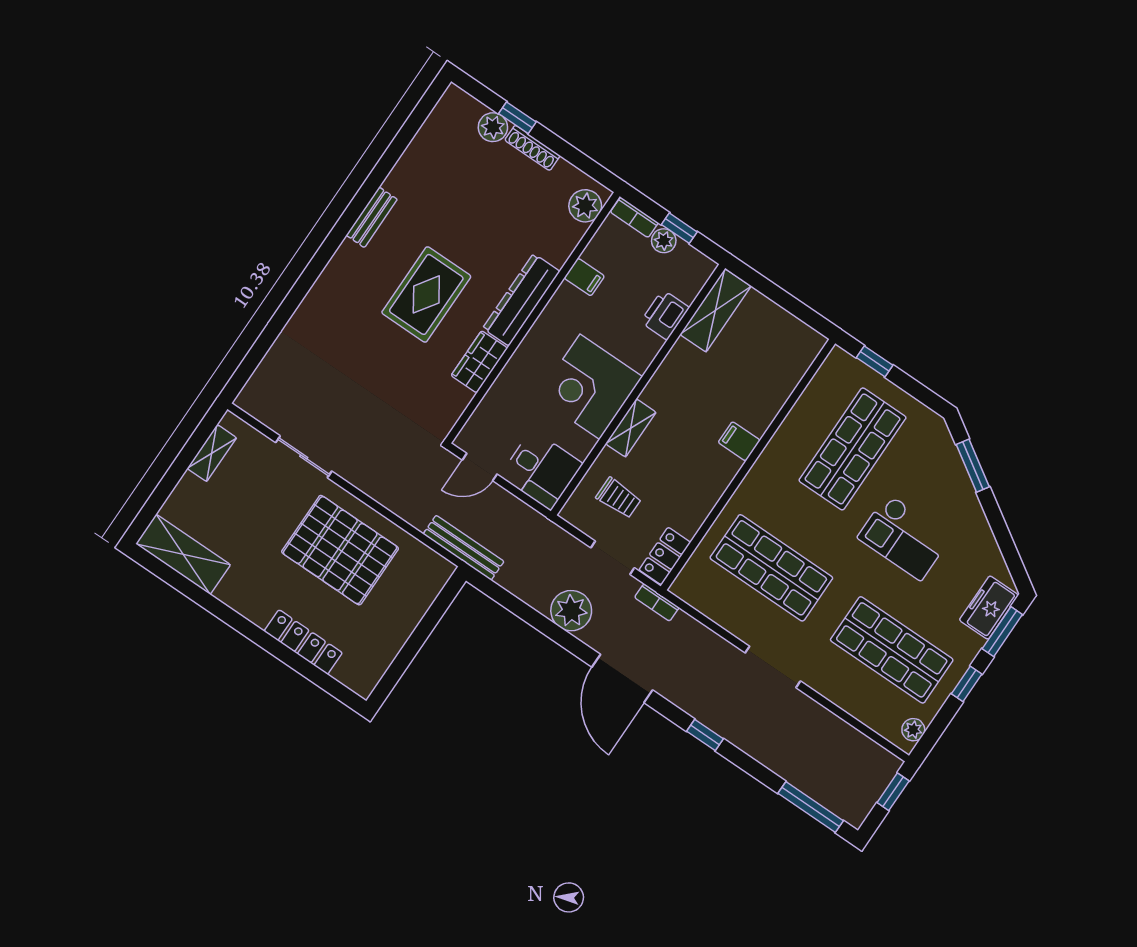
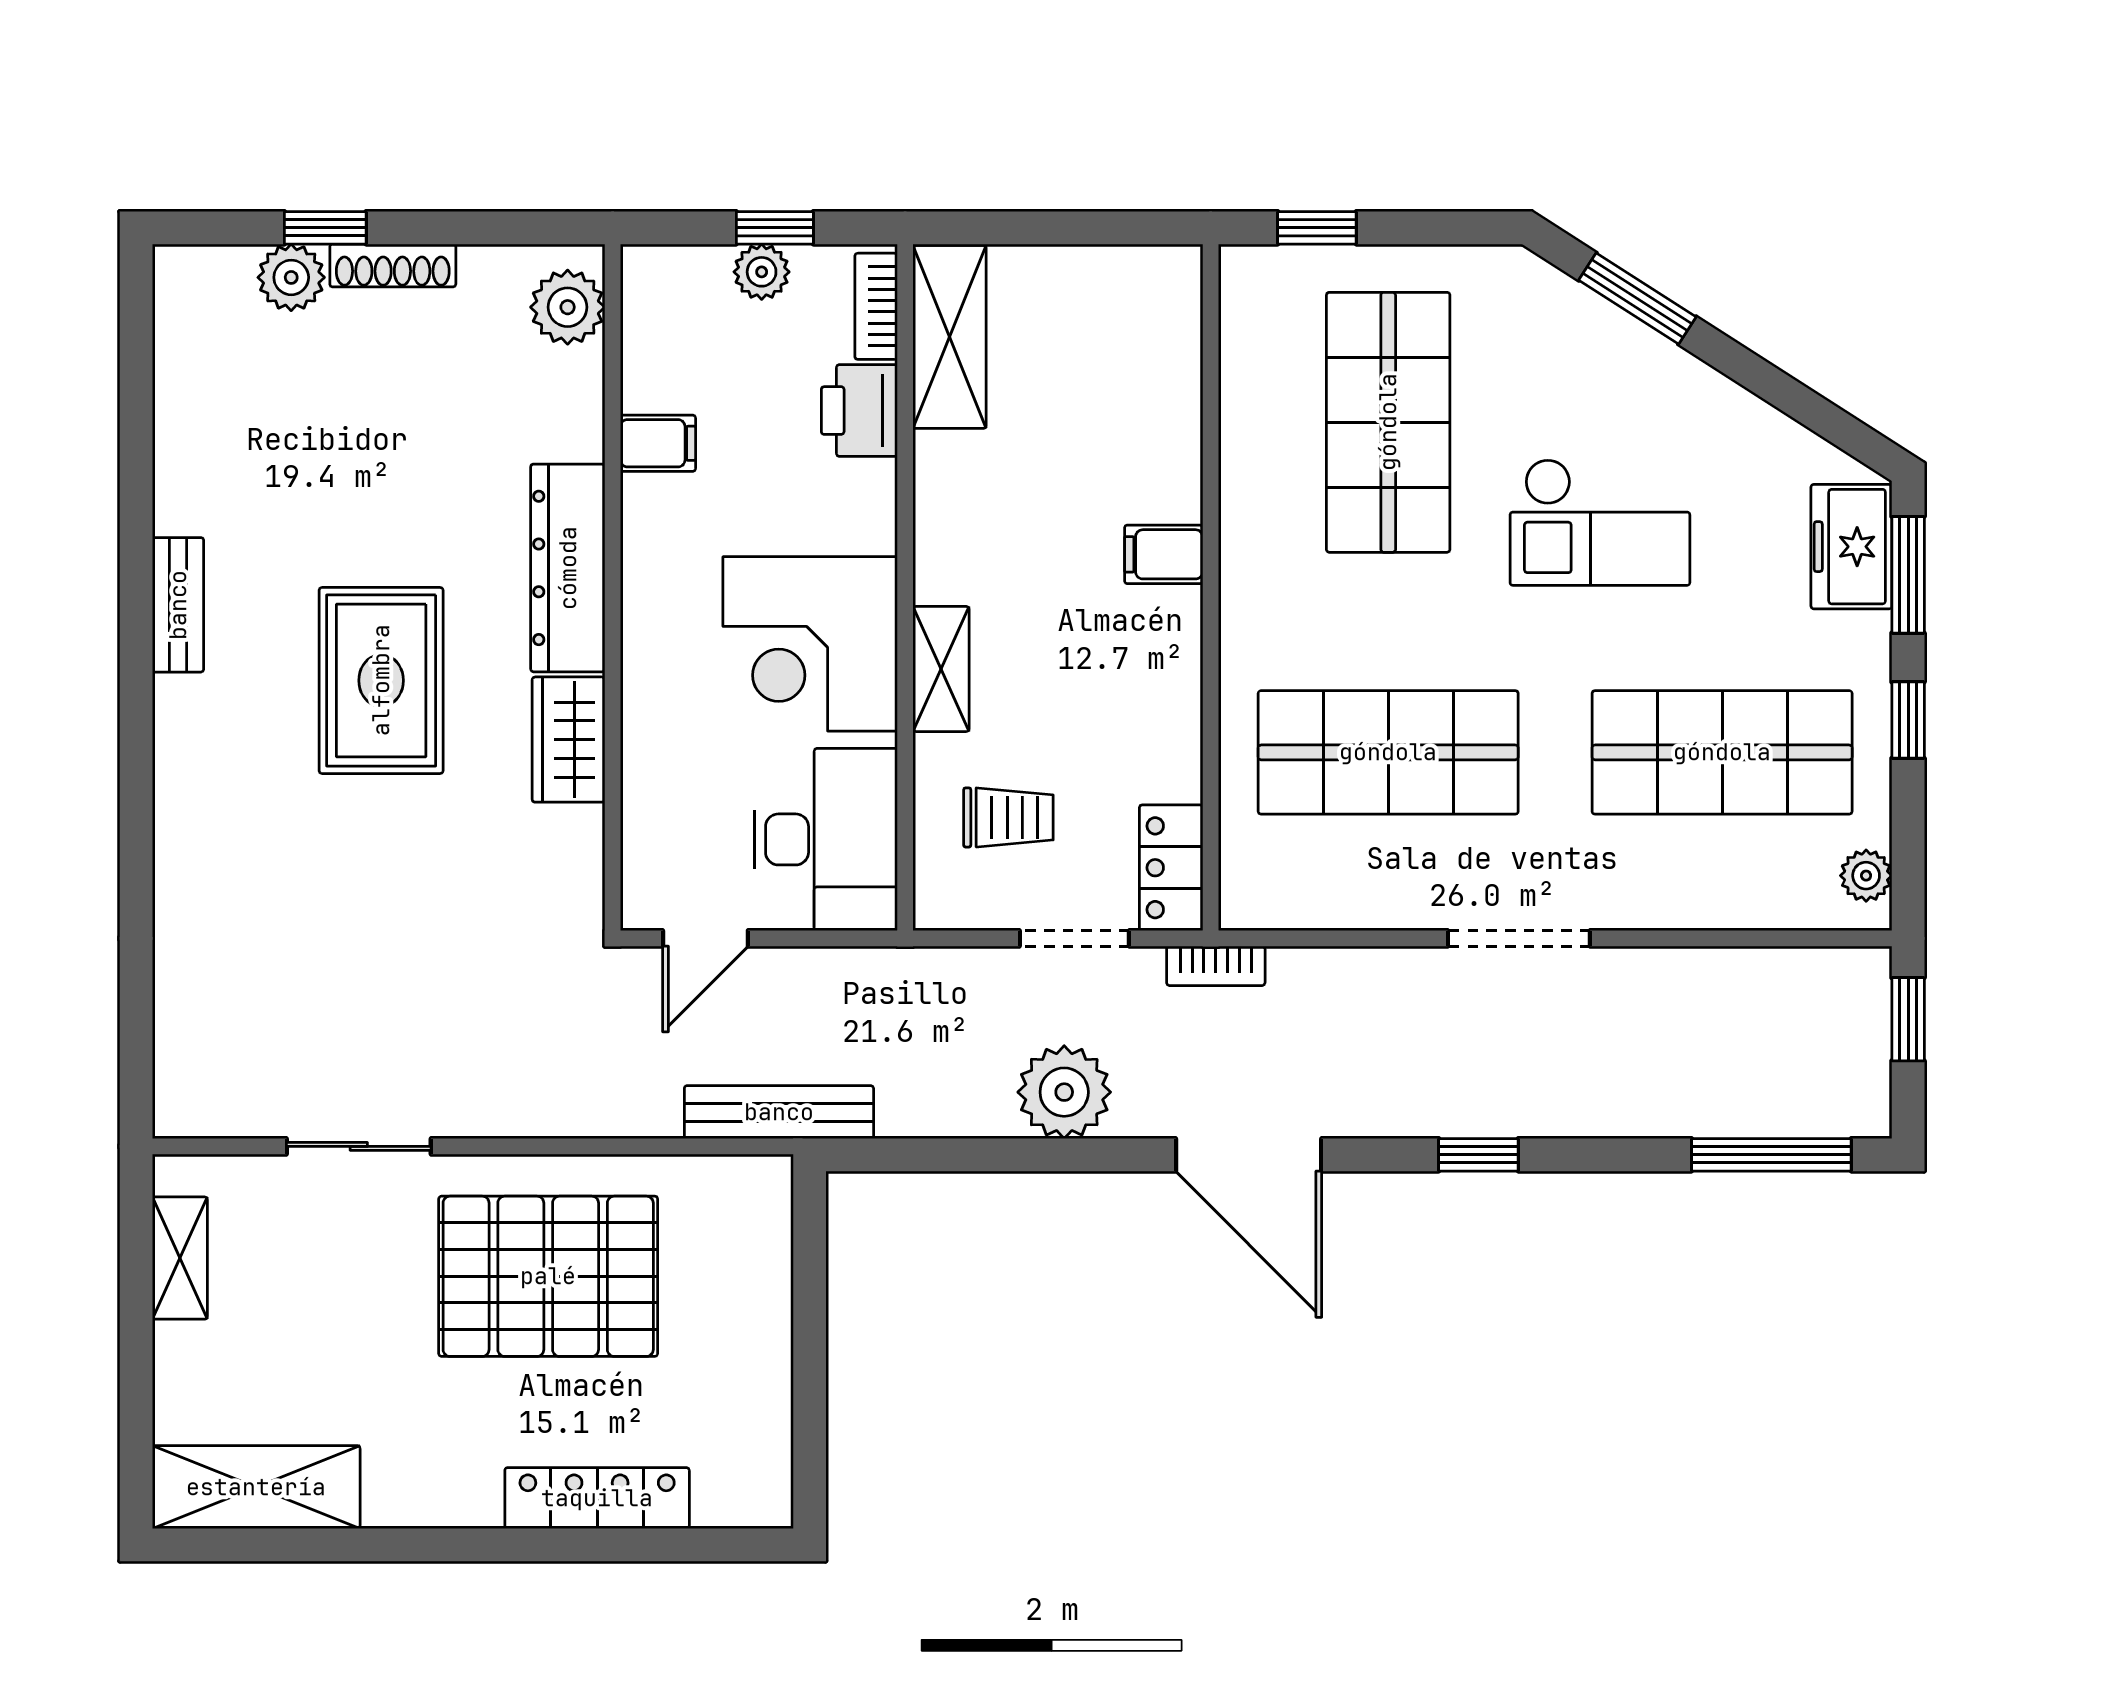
bookcase: (634, 217) -> (876, 306), moved, turned 90
desk: (541, 470) -> (826, 839), width x1.37

